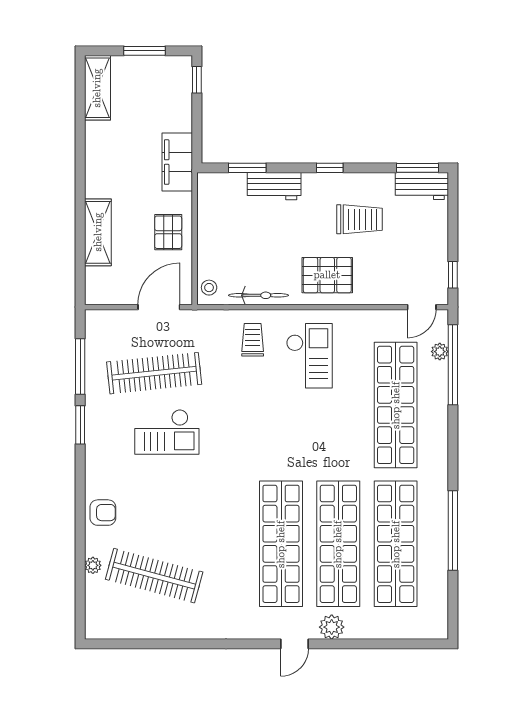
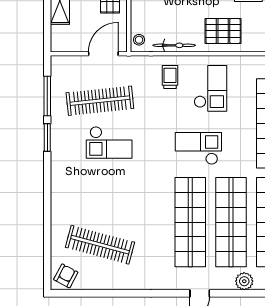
checkout: (292, 440) -> (198, 148), added
armchair: (103, 513) -> (66, 276), moved, turned -62
plant: (93, 565) -> (56, 237), removed
plant: (332, 627) -> (244, 281), moved

